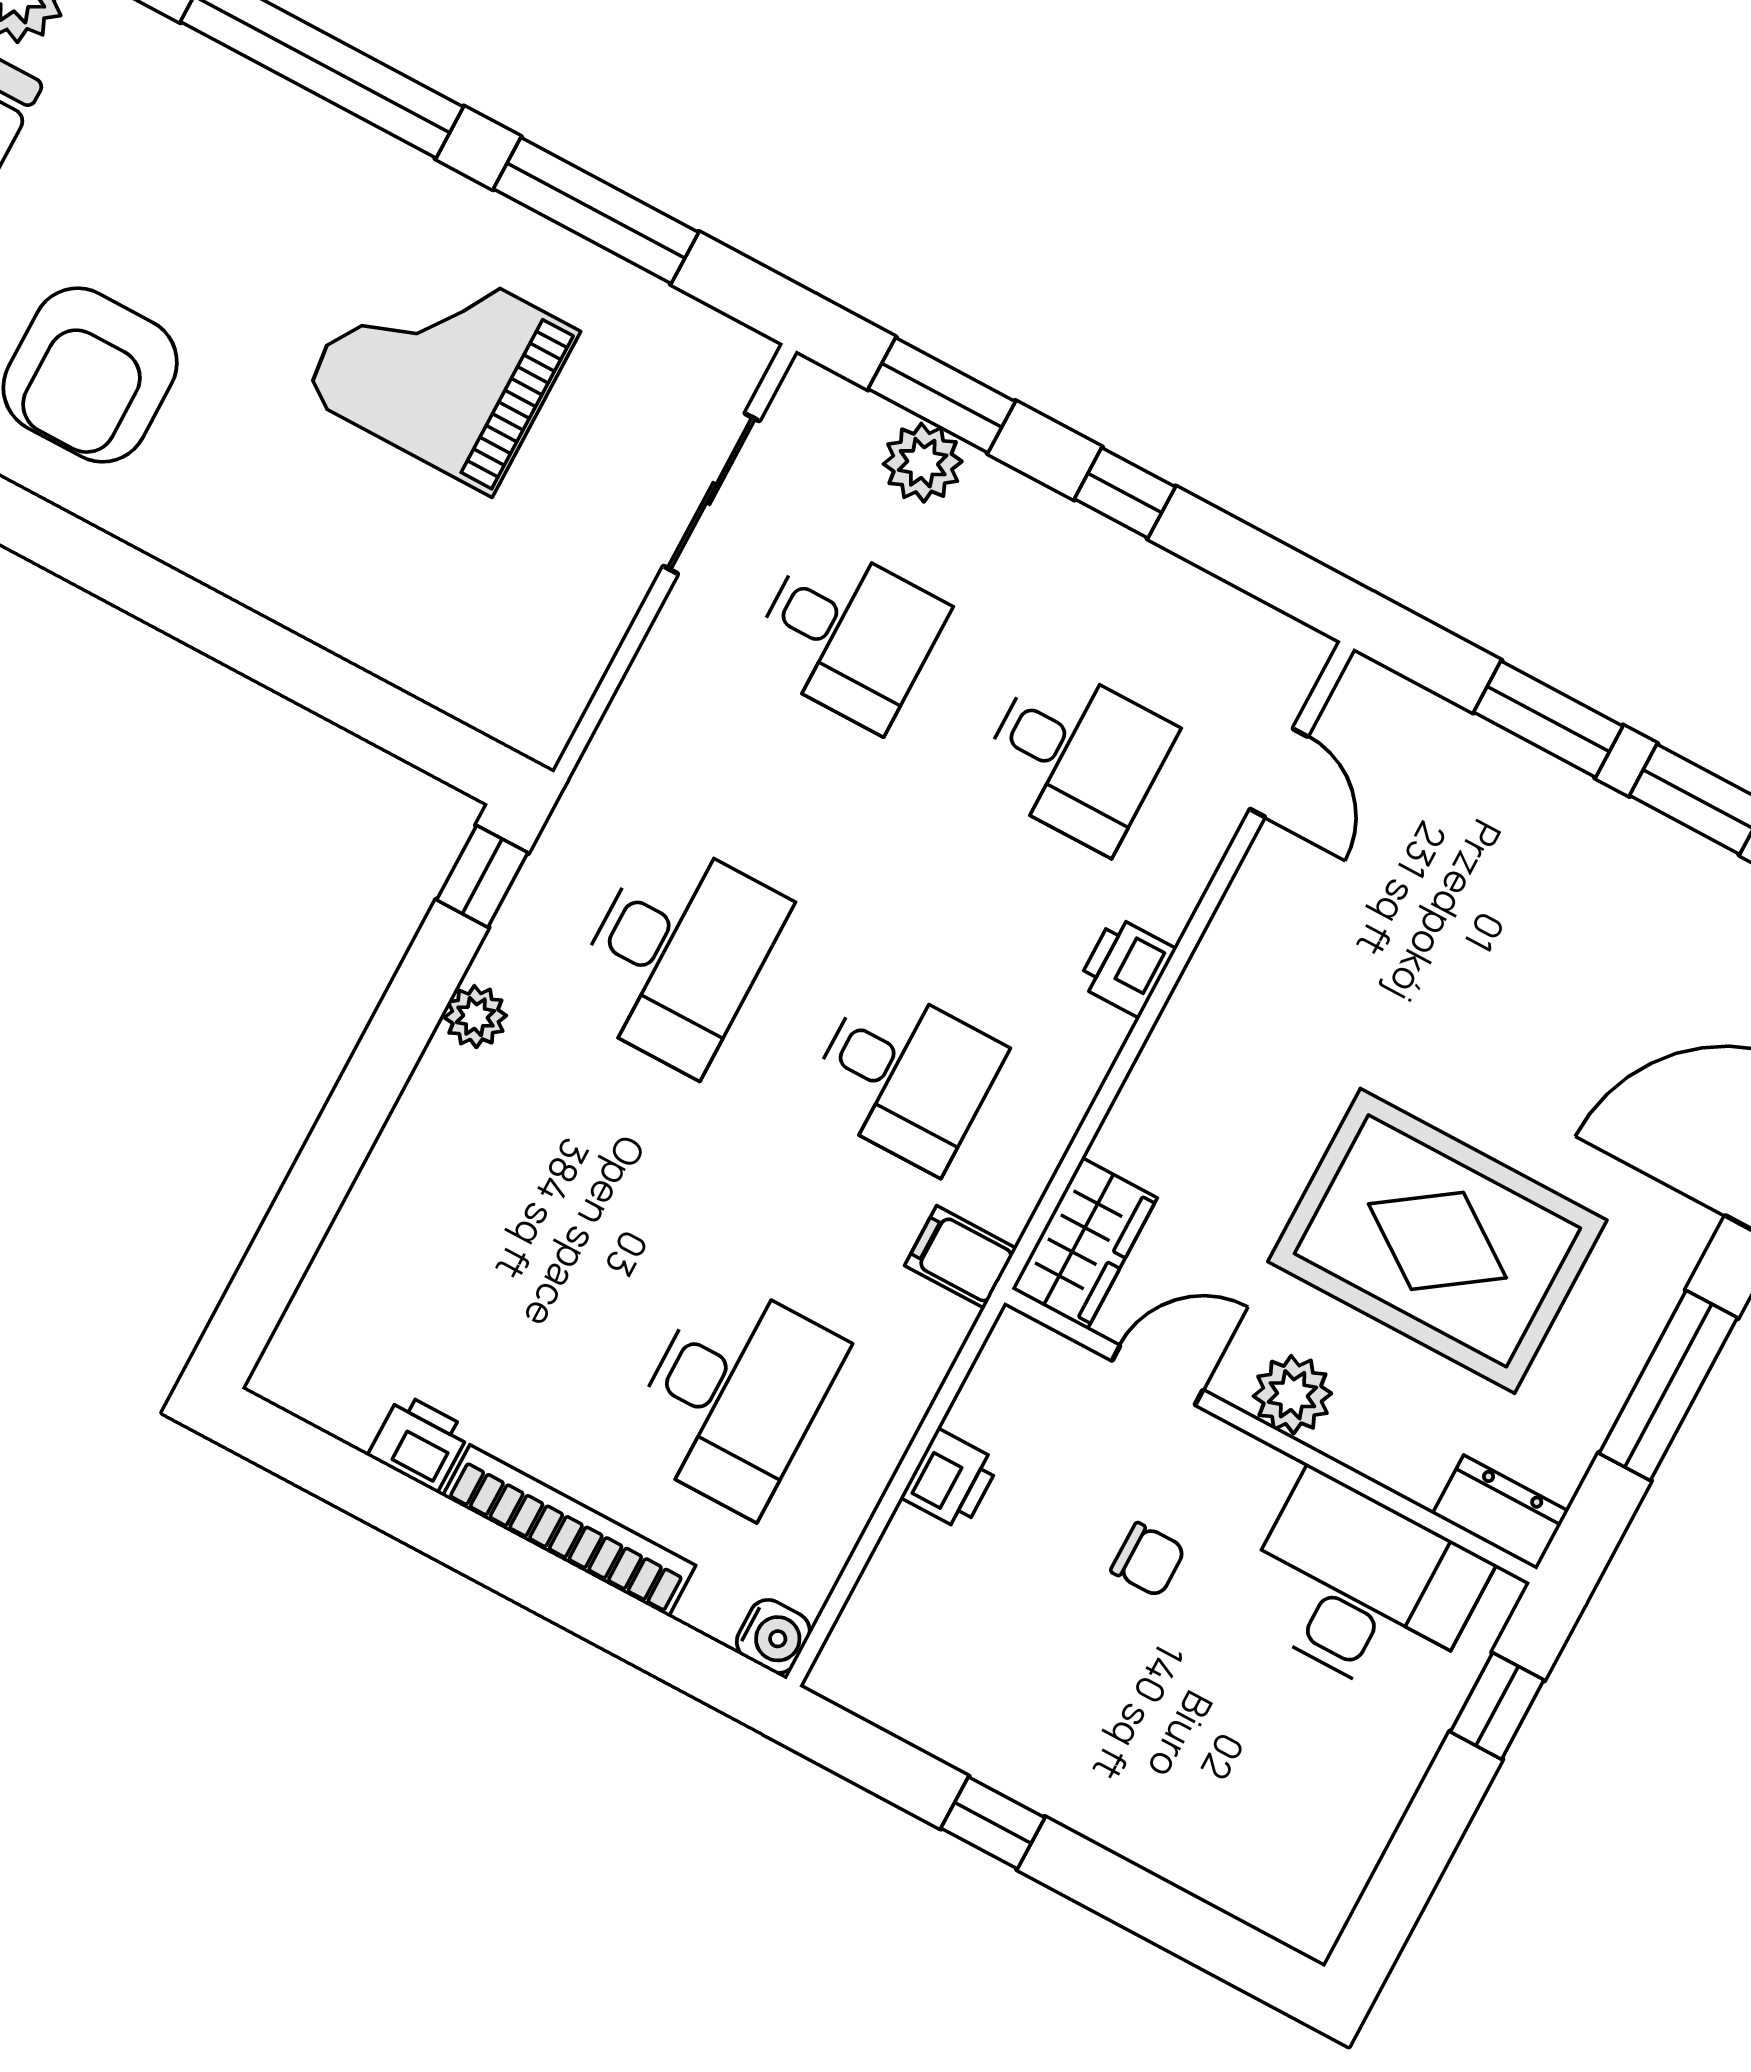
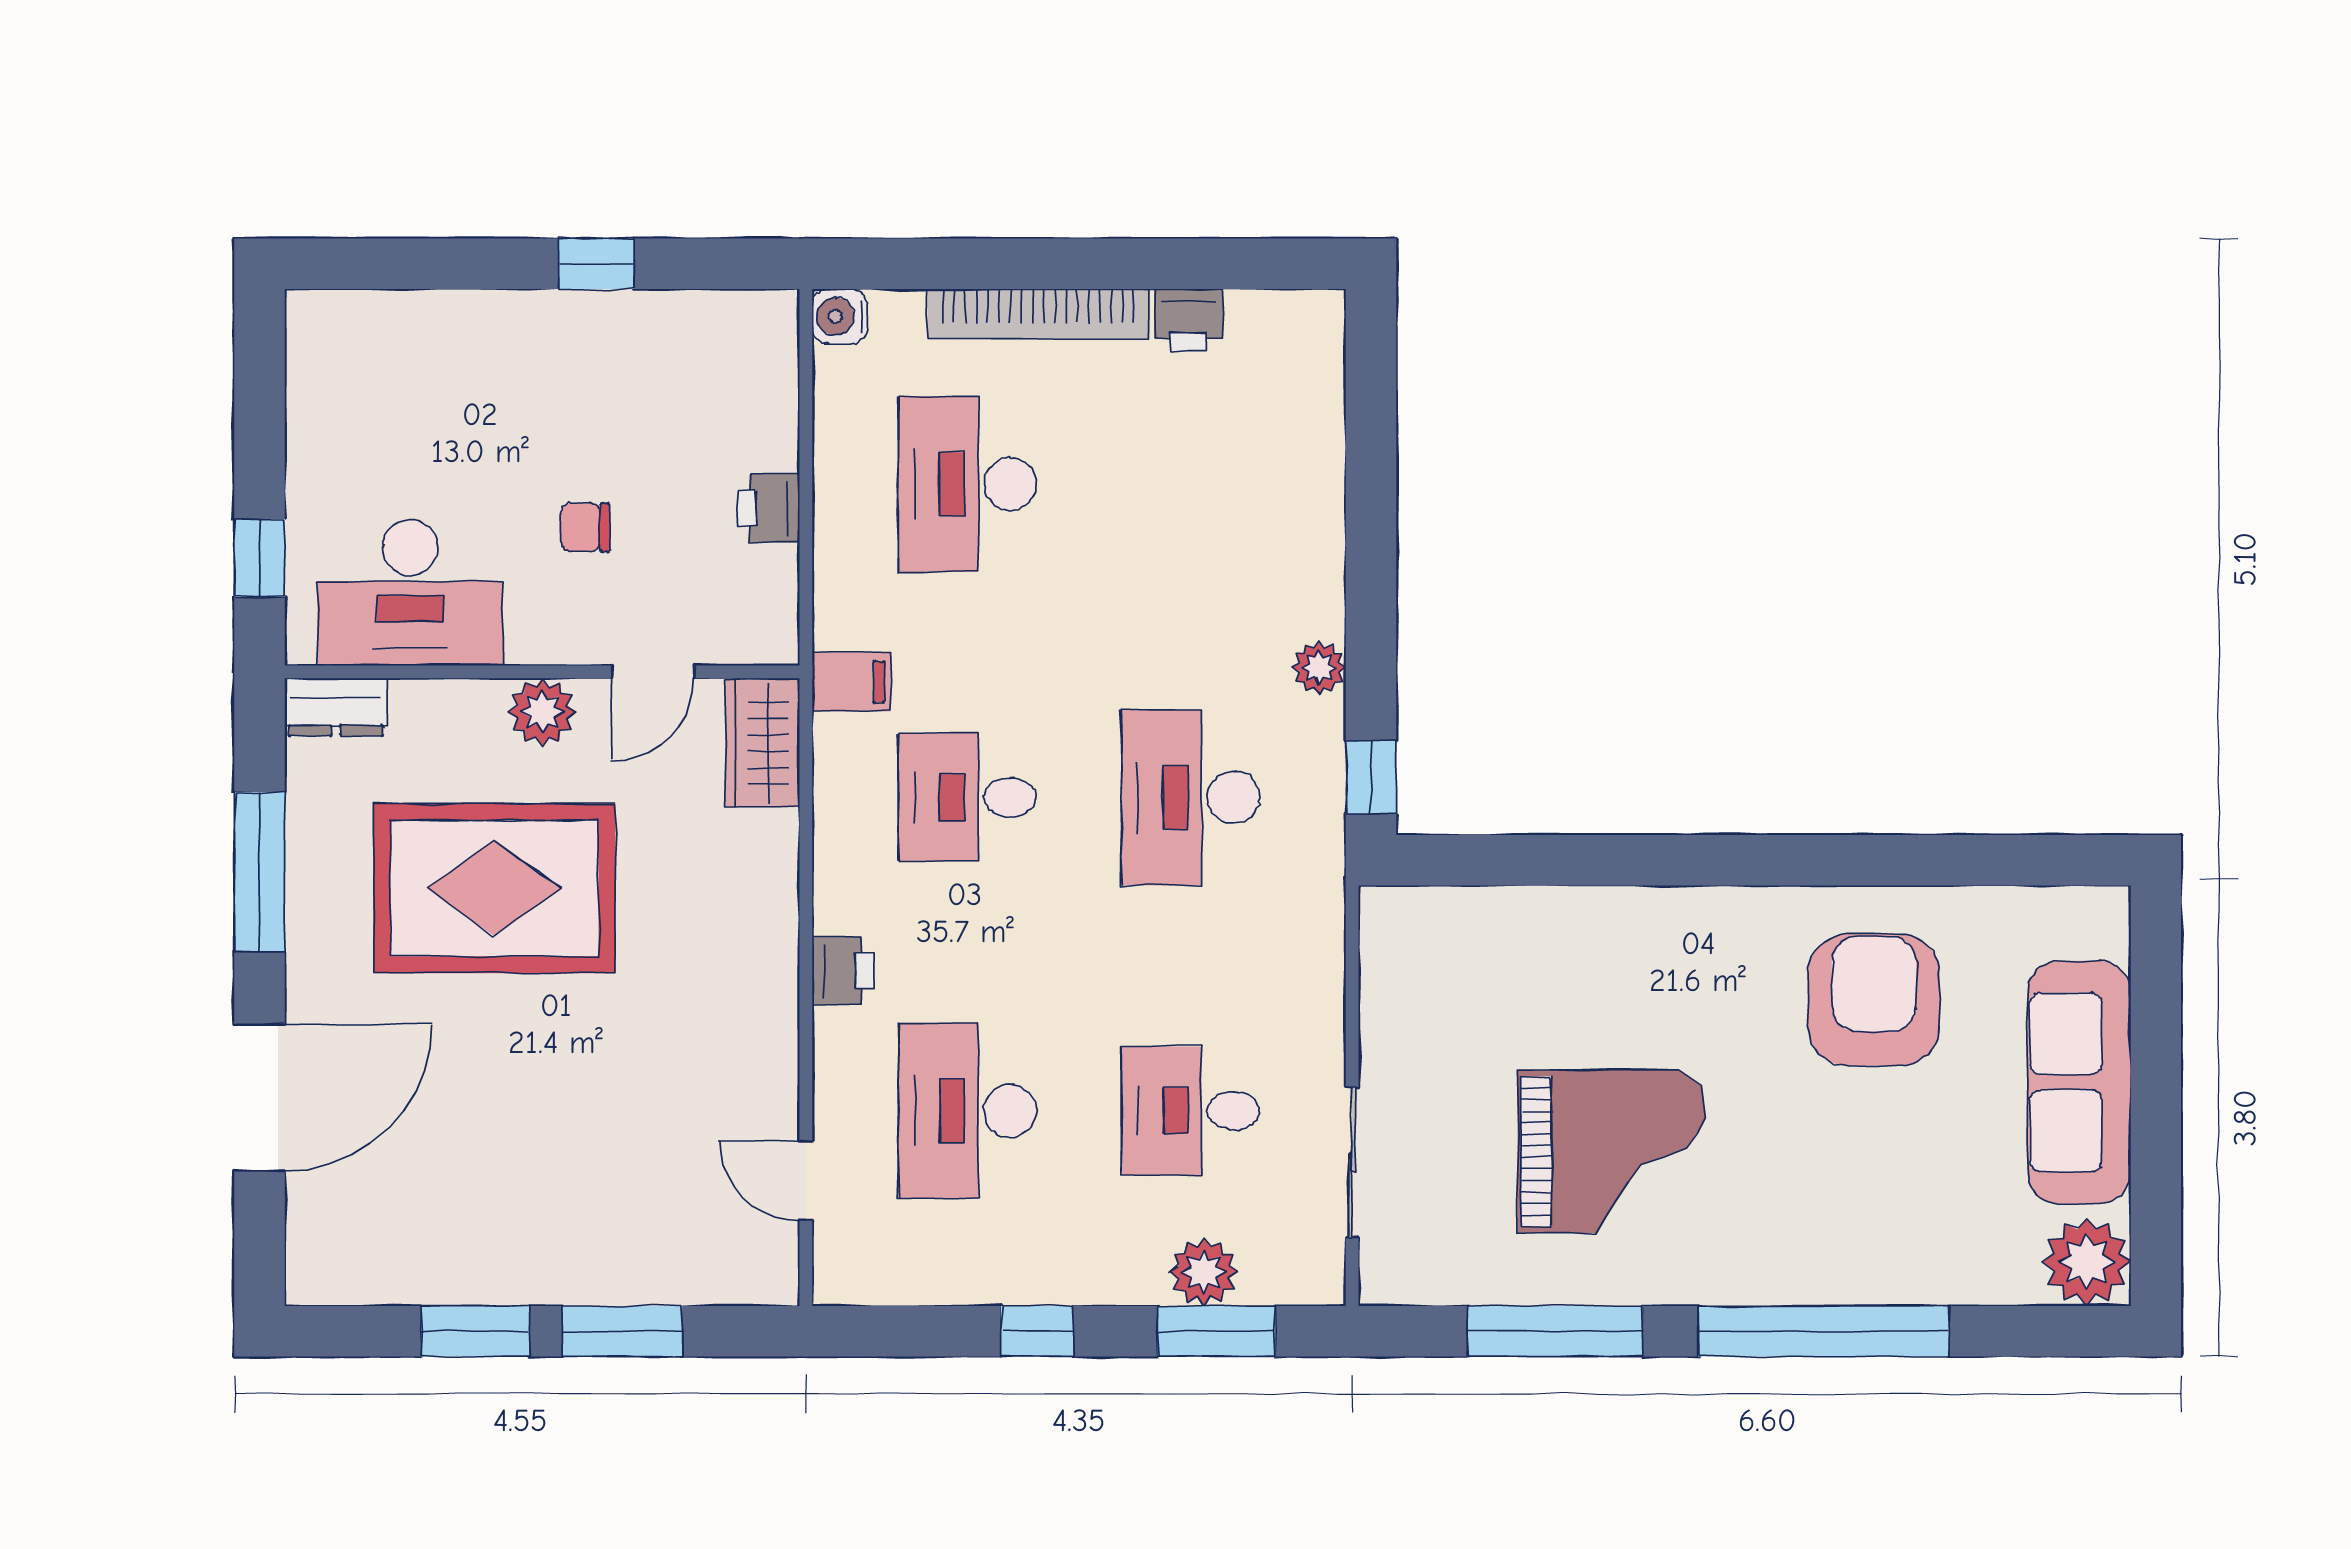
desk: (1076, 756) -> (967, 1111), width x1.37

